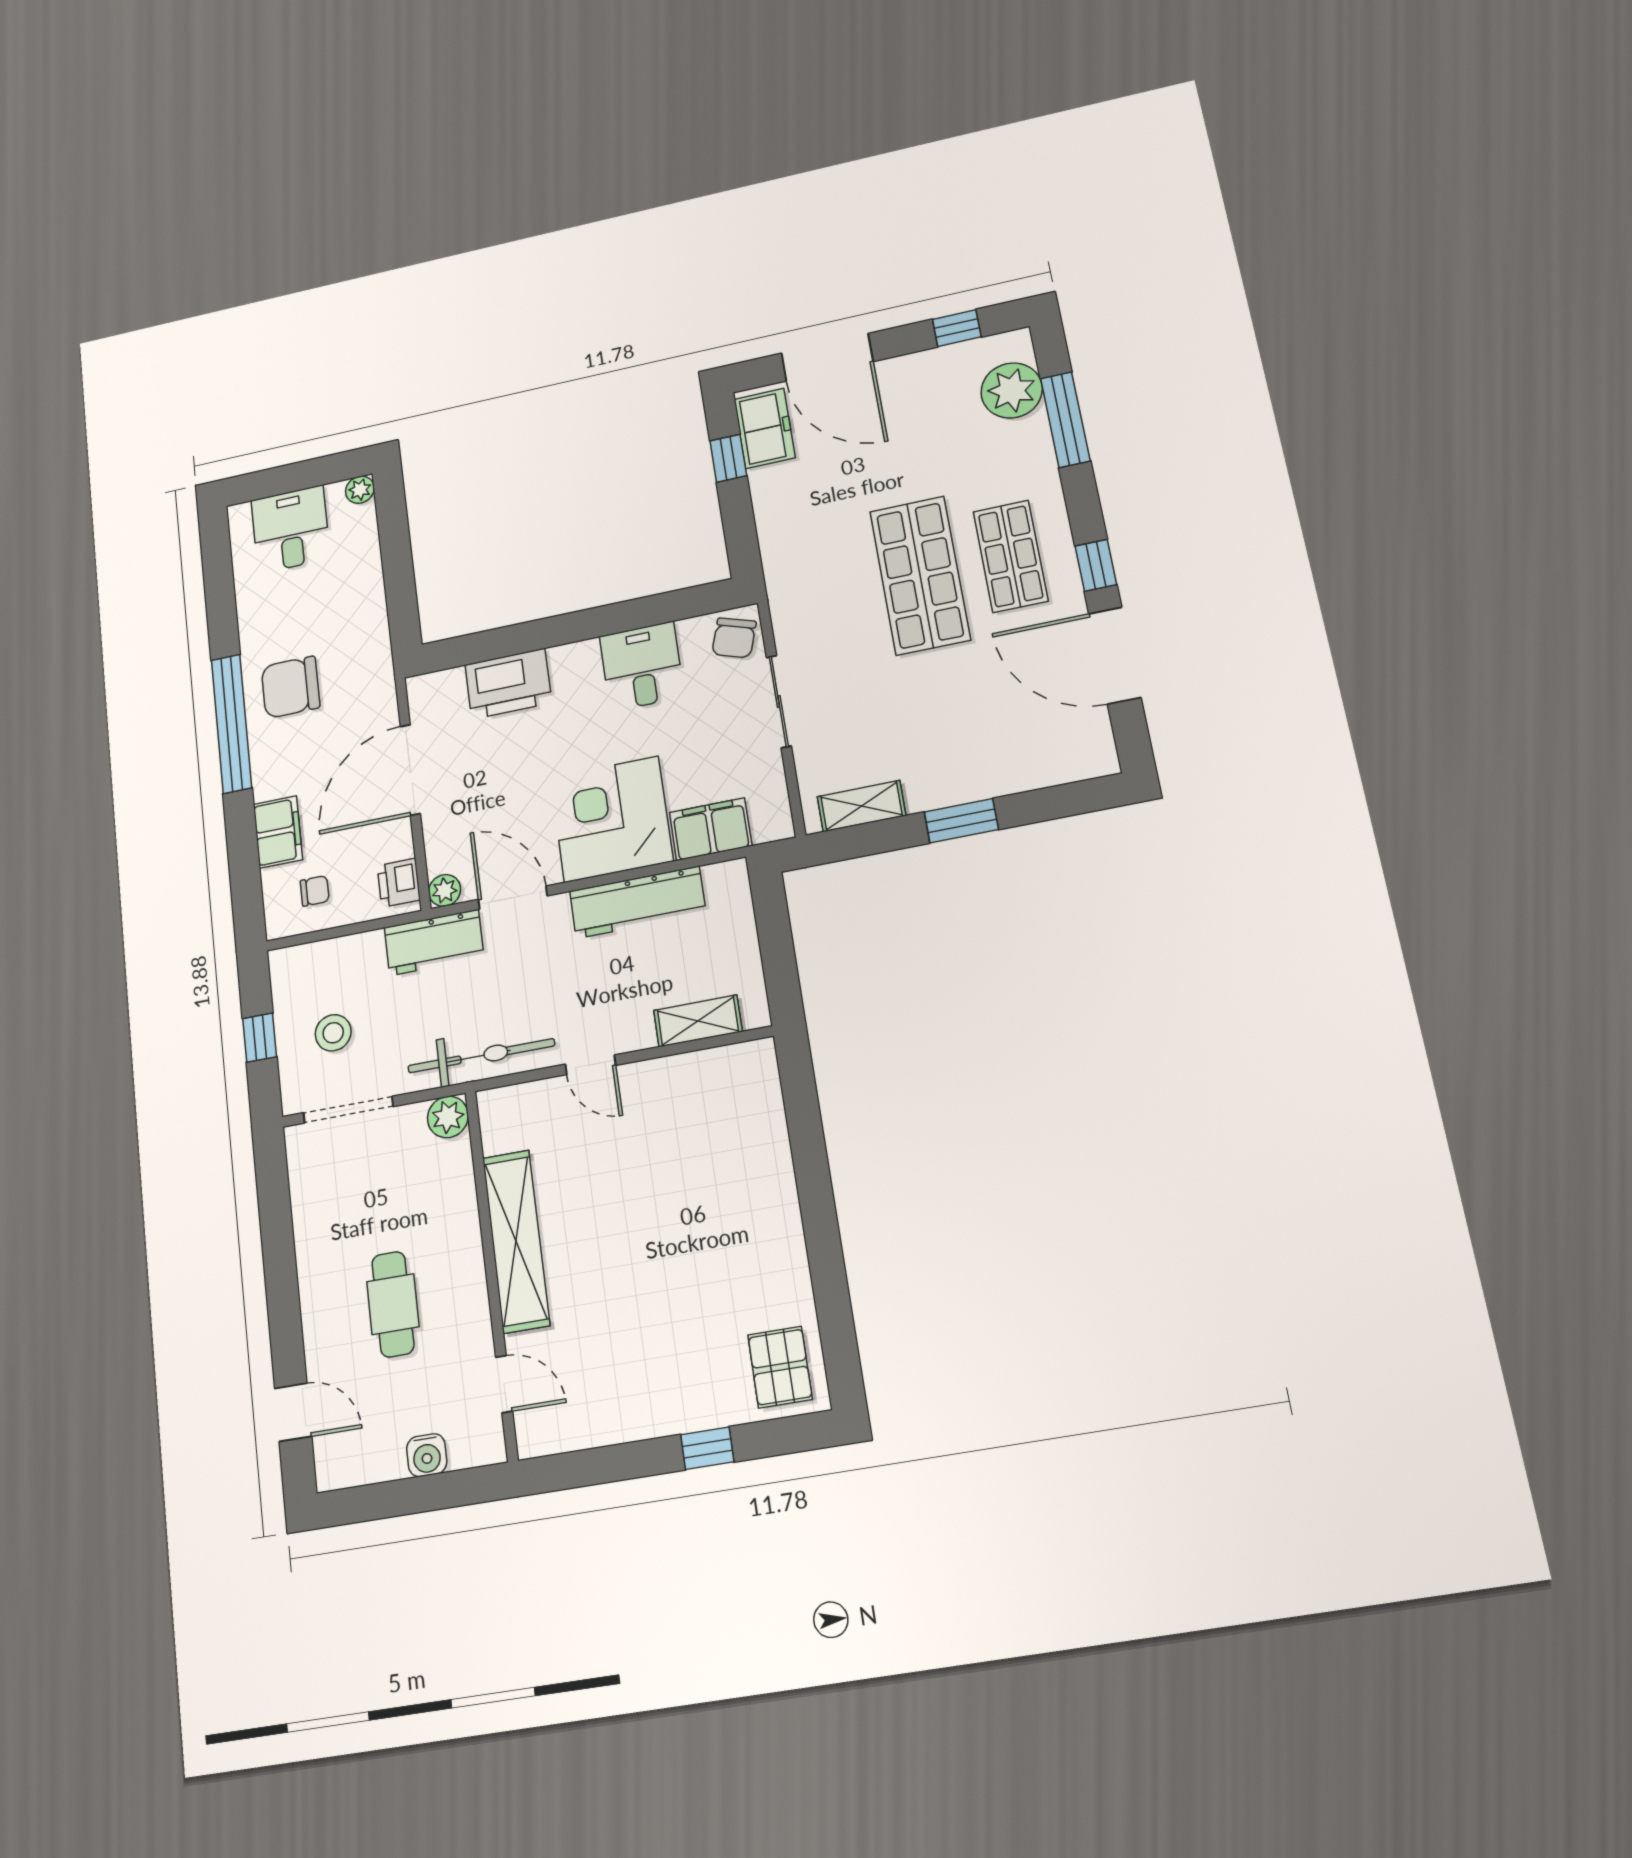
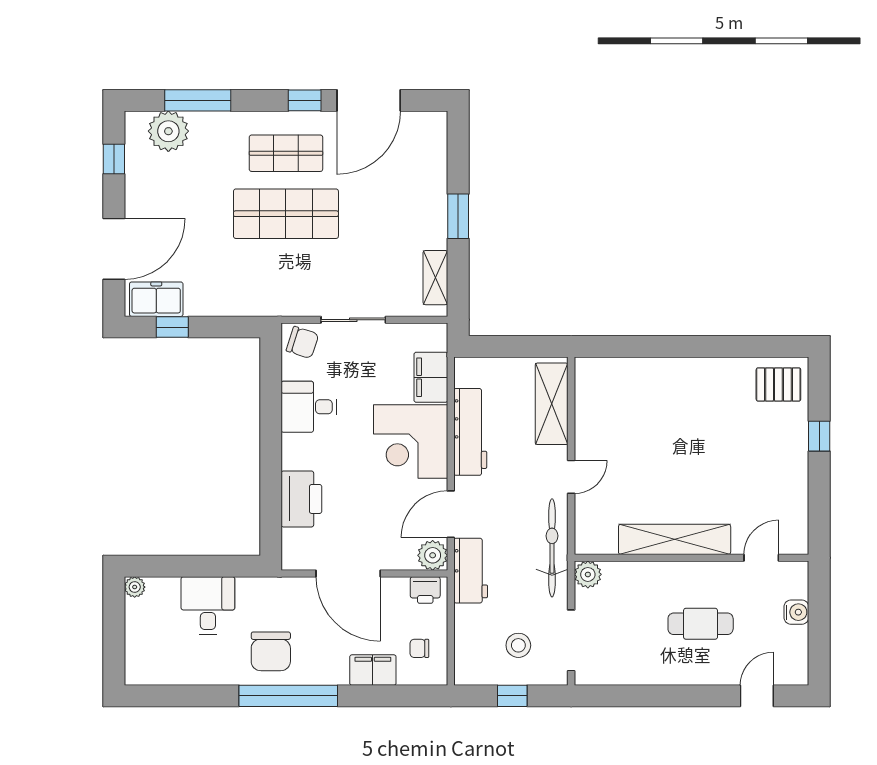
desk: (291, 529) -> (208, 605), moved, turned 90
plant: (445, 890) -> (433, 555), width x1.38, depth x1.38
chair: (315, 891) -> (419, 648), turned -90
shelving: (698, 1021) -> (552, 404), width x1.50, depth x1.33

